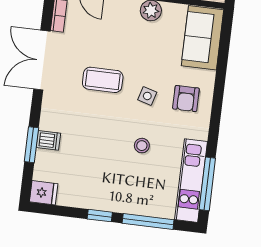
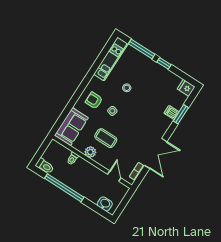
coffee table: (103, 80) -> (106, 138), moved
armchair: (186, 99) -> (94, 100), turned -90
window: (207, 184) -> (104, 54), removed

